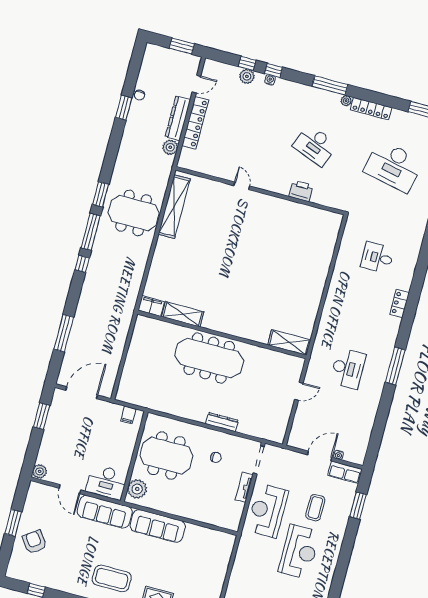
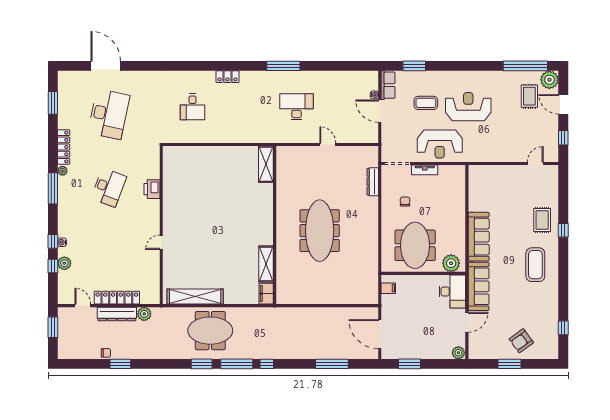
meeting table: (134, 213) -> (210, 331), turned 90
filing cabinet: (151, 306) -> (266, 294), moved
shelving: (183, 314) -> (266, 264), moved
wall: (222, 335) -> (275, 225), moved
shelving: (289, 342) -> (266, 164), moved
dresser: (222, 422) -> (373, 182), moved

